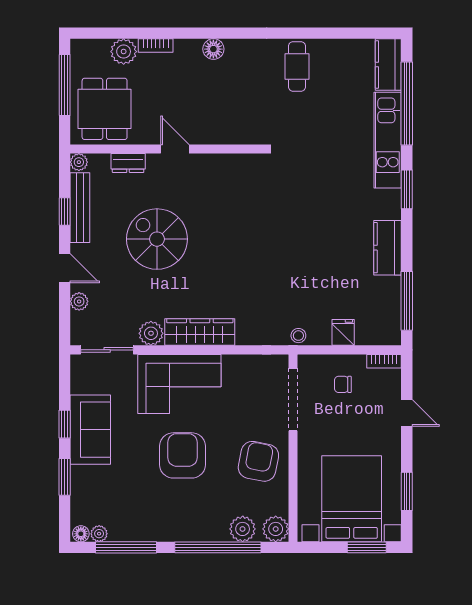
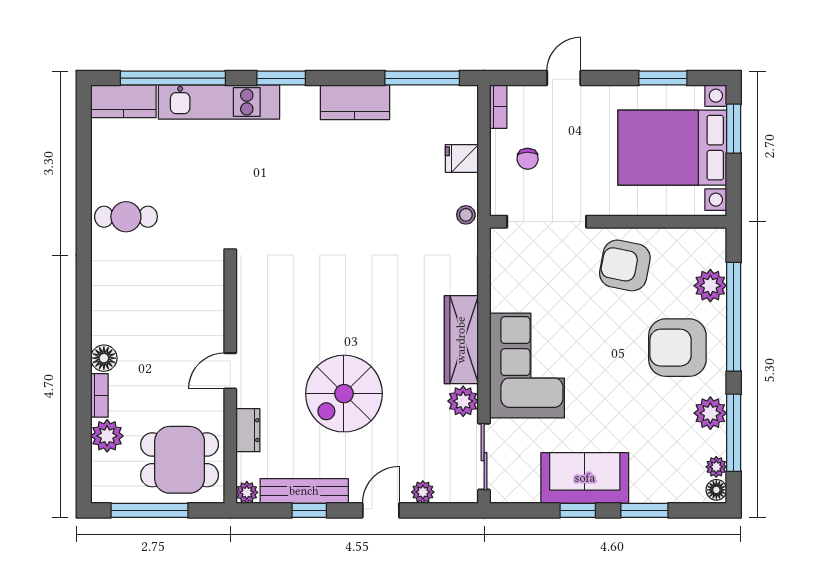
floor lamp: (213, 49) -> (104, 358), moved
armchair: (182, 455) -> (677, 348), moved
plant: (276, 529) -> (710, 413), moved

